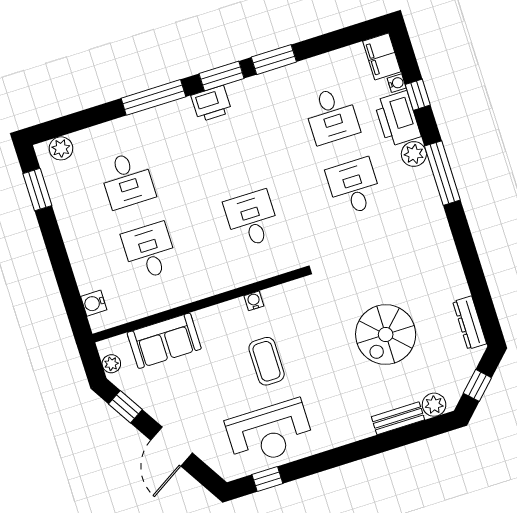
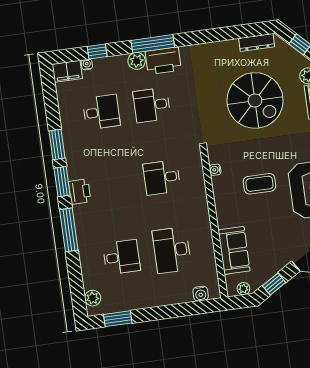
printer: (397, 119) -> (163, 61), moved
desk: (150, 251) -> (172, 250), width x1.37
water cooler: (254, 301) -> (215, 170), moved
spiral stairs: (386, 334) -> (255, 100), width x1.37, depth x1.37

